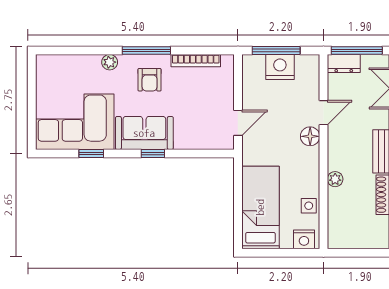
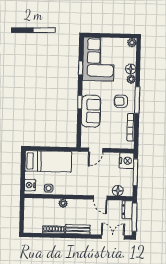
plant: (44, 63) -> (132, 43), added
floor lamp: (91, 64) -> (131, 69), added
nightstand: (280, 67) -> (127, 161), moved
door: (238, 123) -> (96, 150), hinge flipped
sofa: (144, 133) -> (91, 111), moved
floor lamp: (310, 136) -> (118, 191), moved

